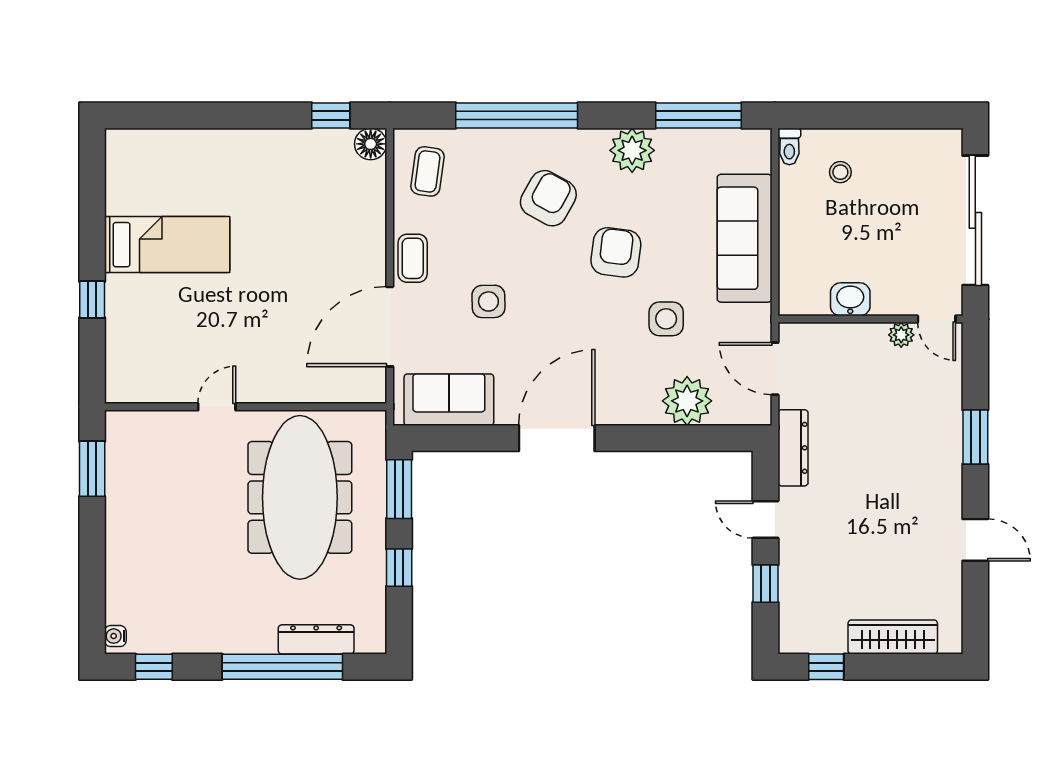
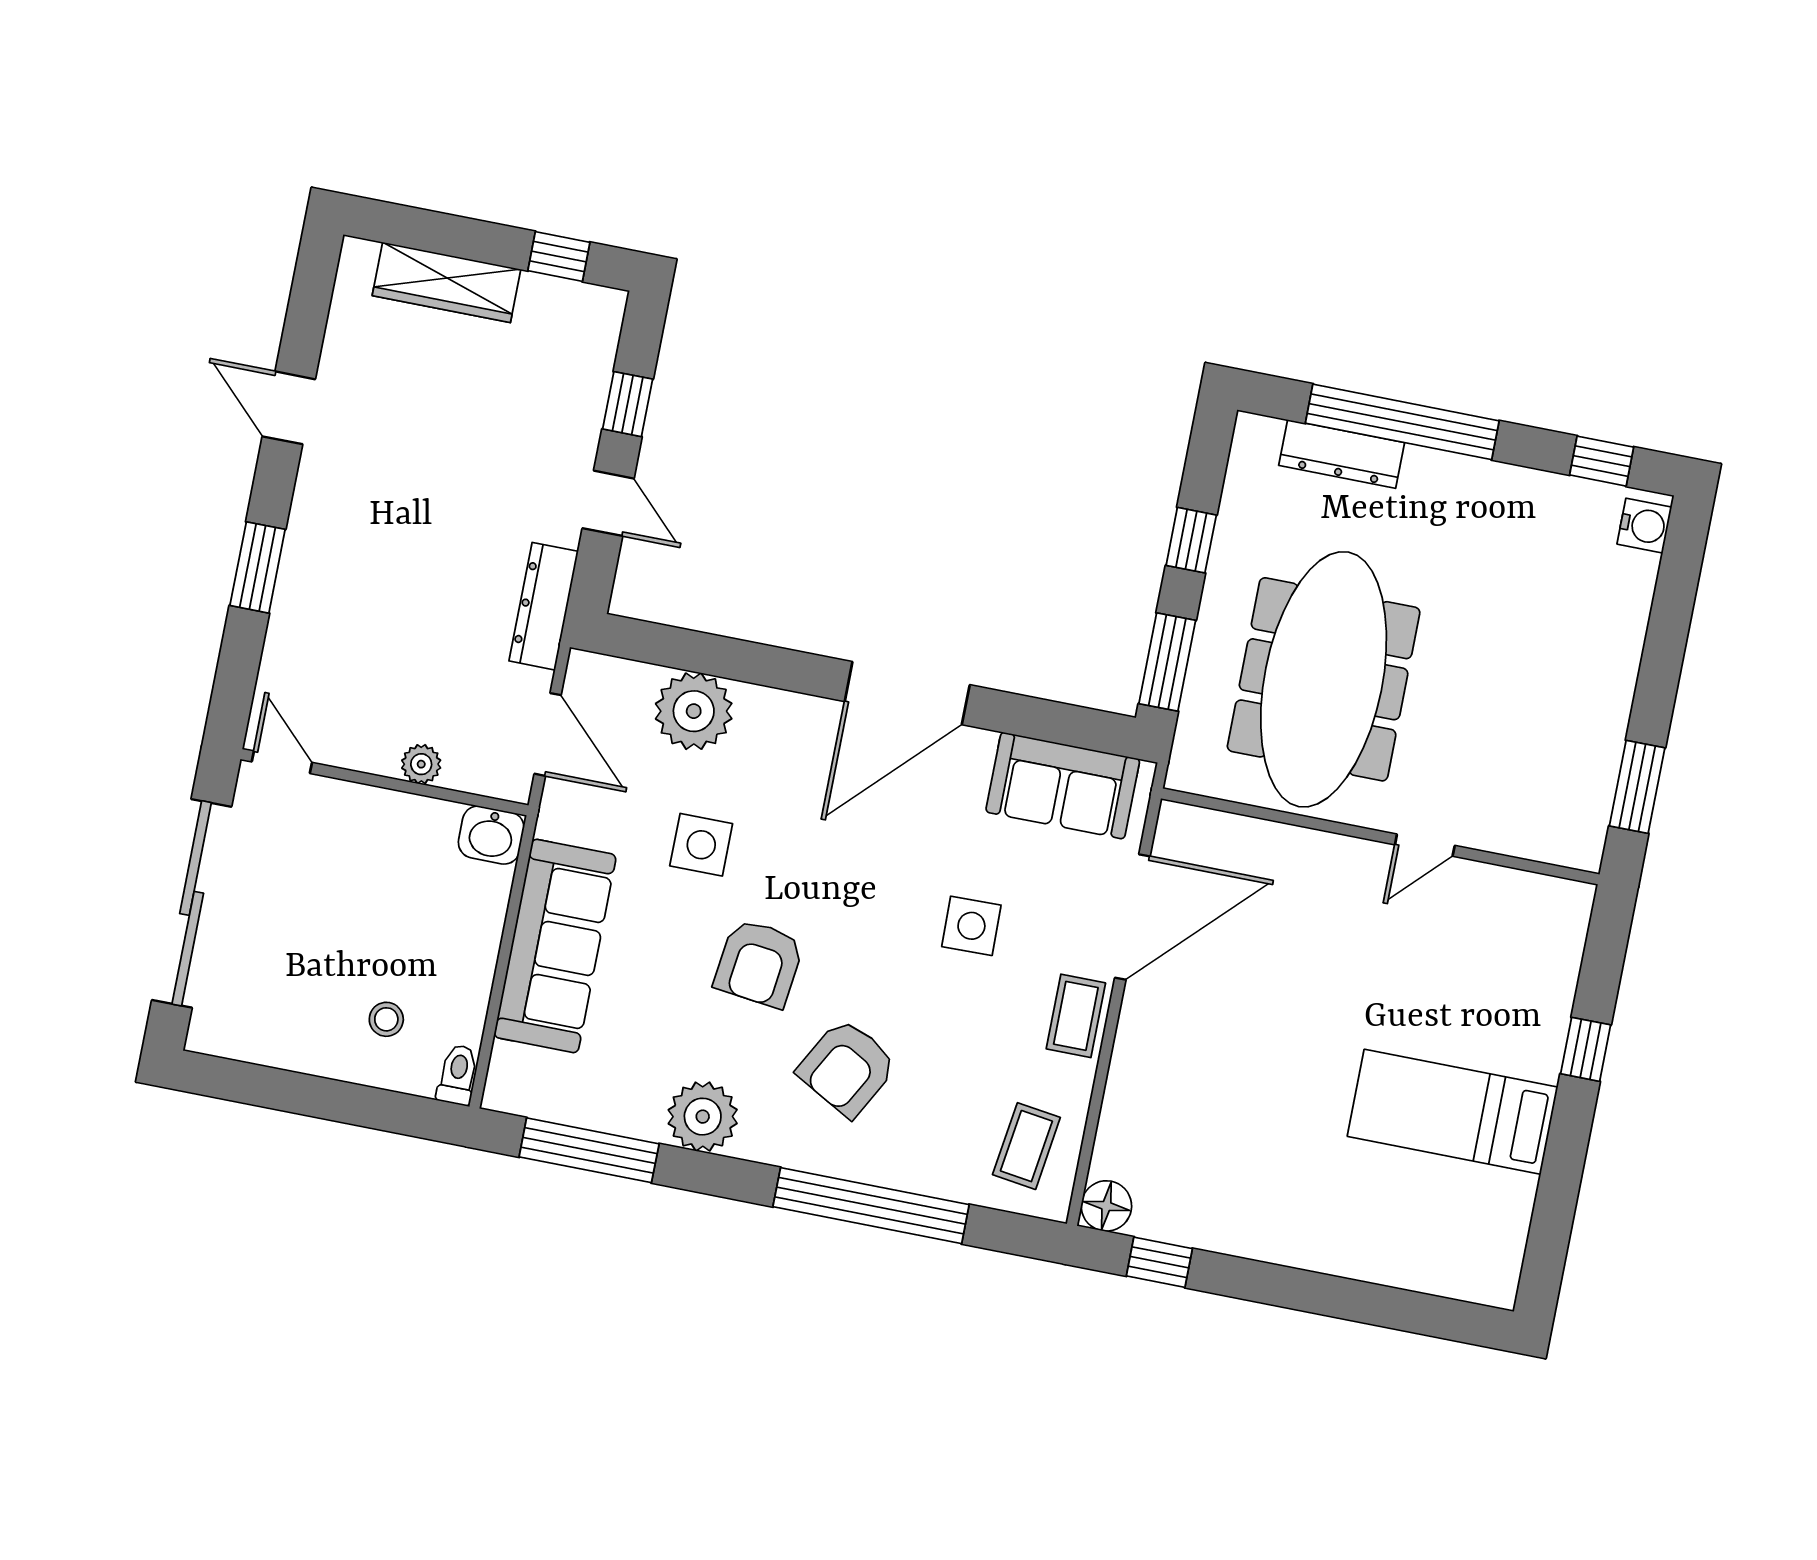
washbasin: (850, 299) -> (491, 835), moved
plant: (901, 335) -> (421, 764), moved
water cooler: (115, 636) -> (1644, 526), width x1.38, depth x1.38

